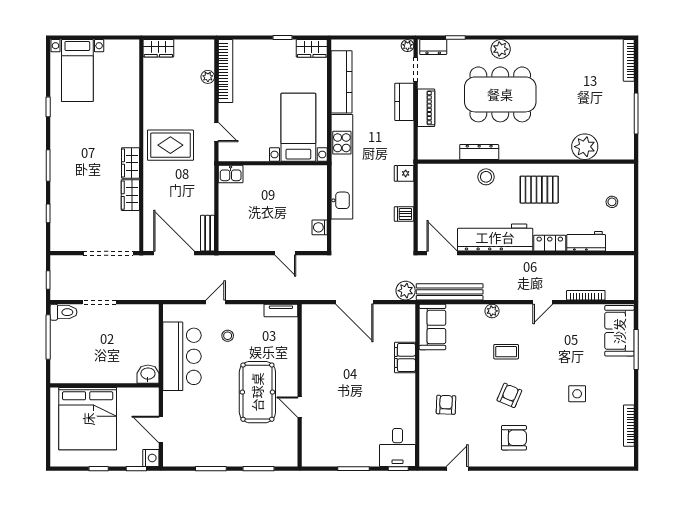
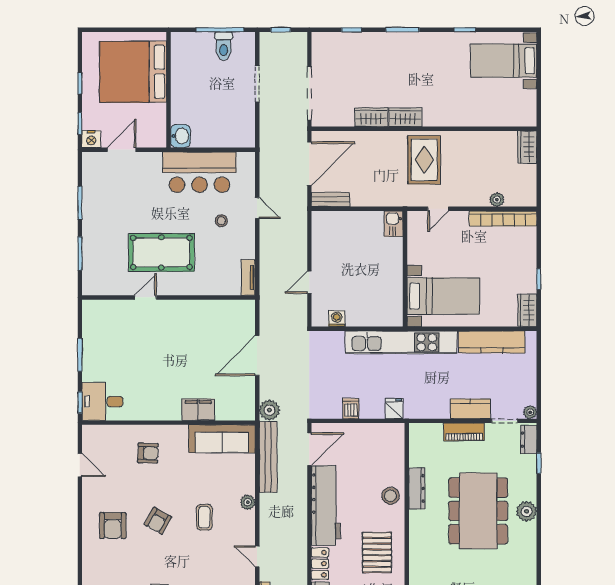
toilet: (64, 312) -> (224, 46), moved
sofa: (432, 327) -> (222, 439), width x1.36
armchair: (509, 395) -> (158, 521), turned 96

